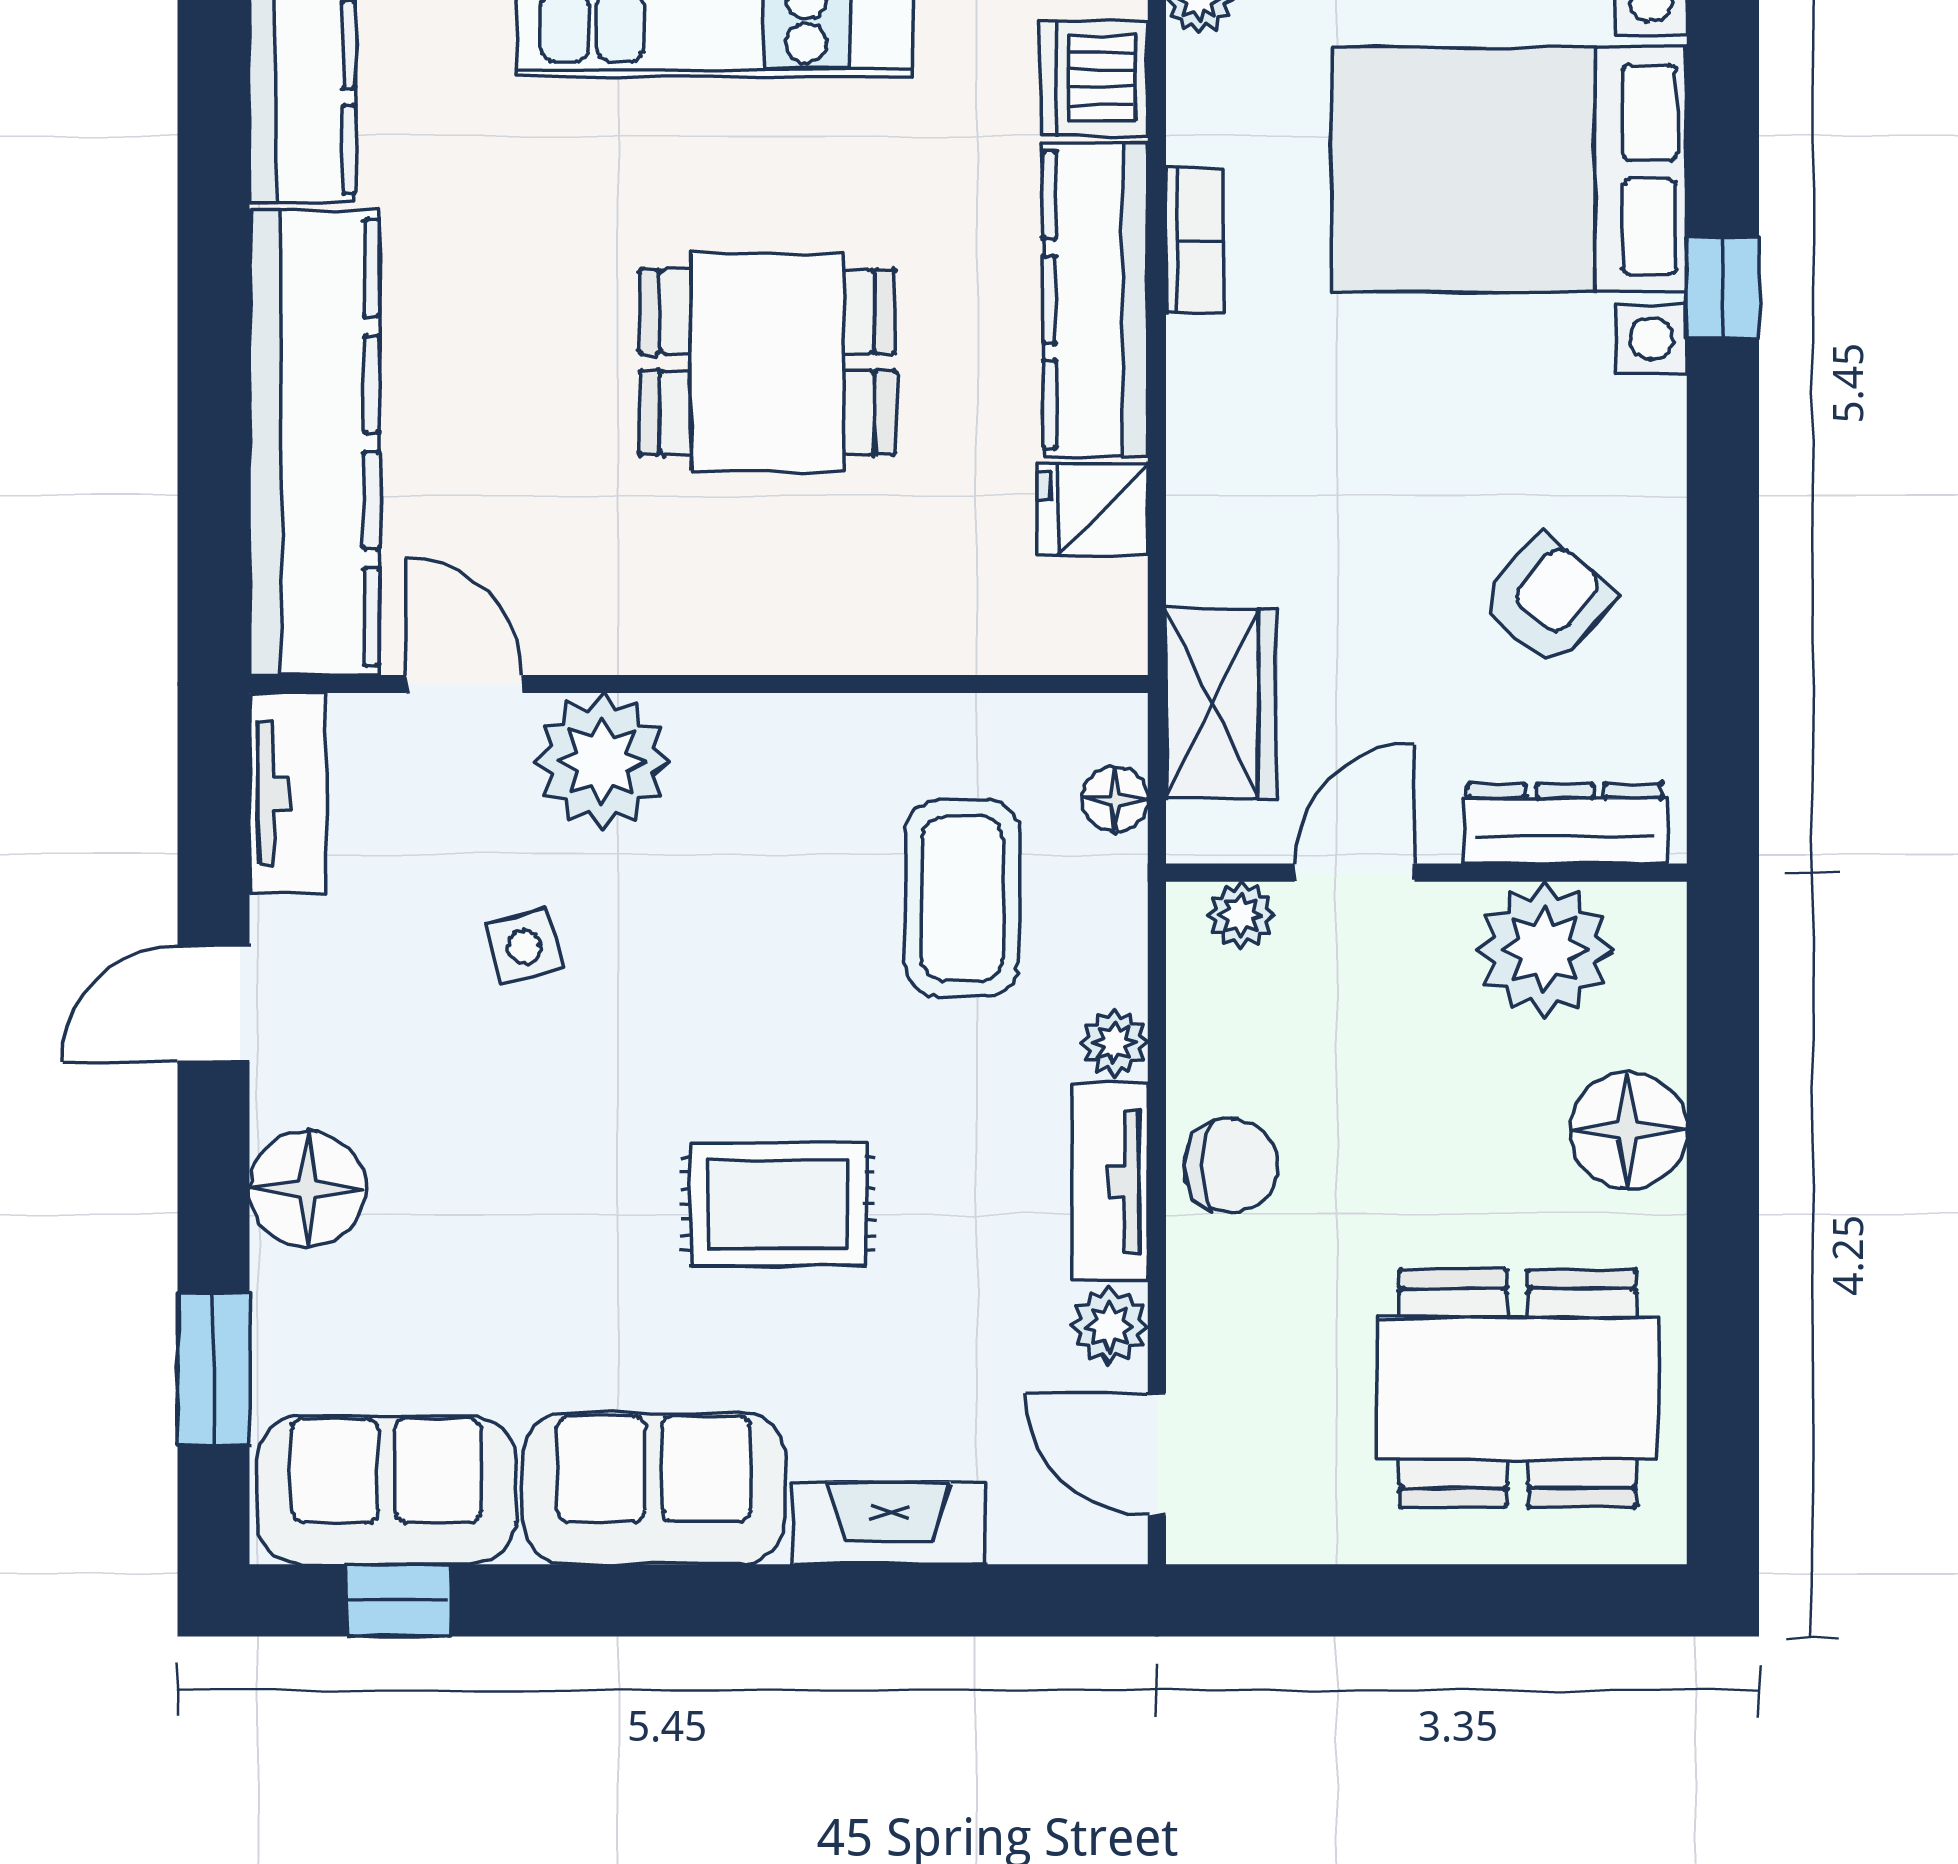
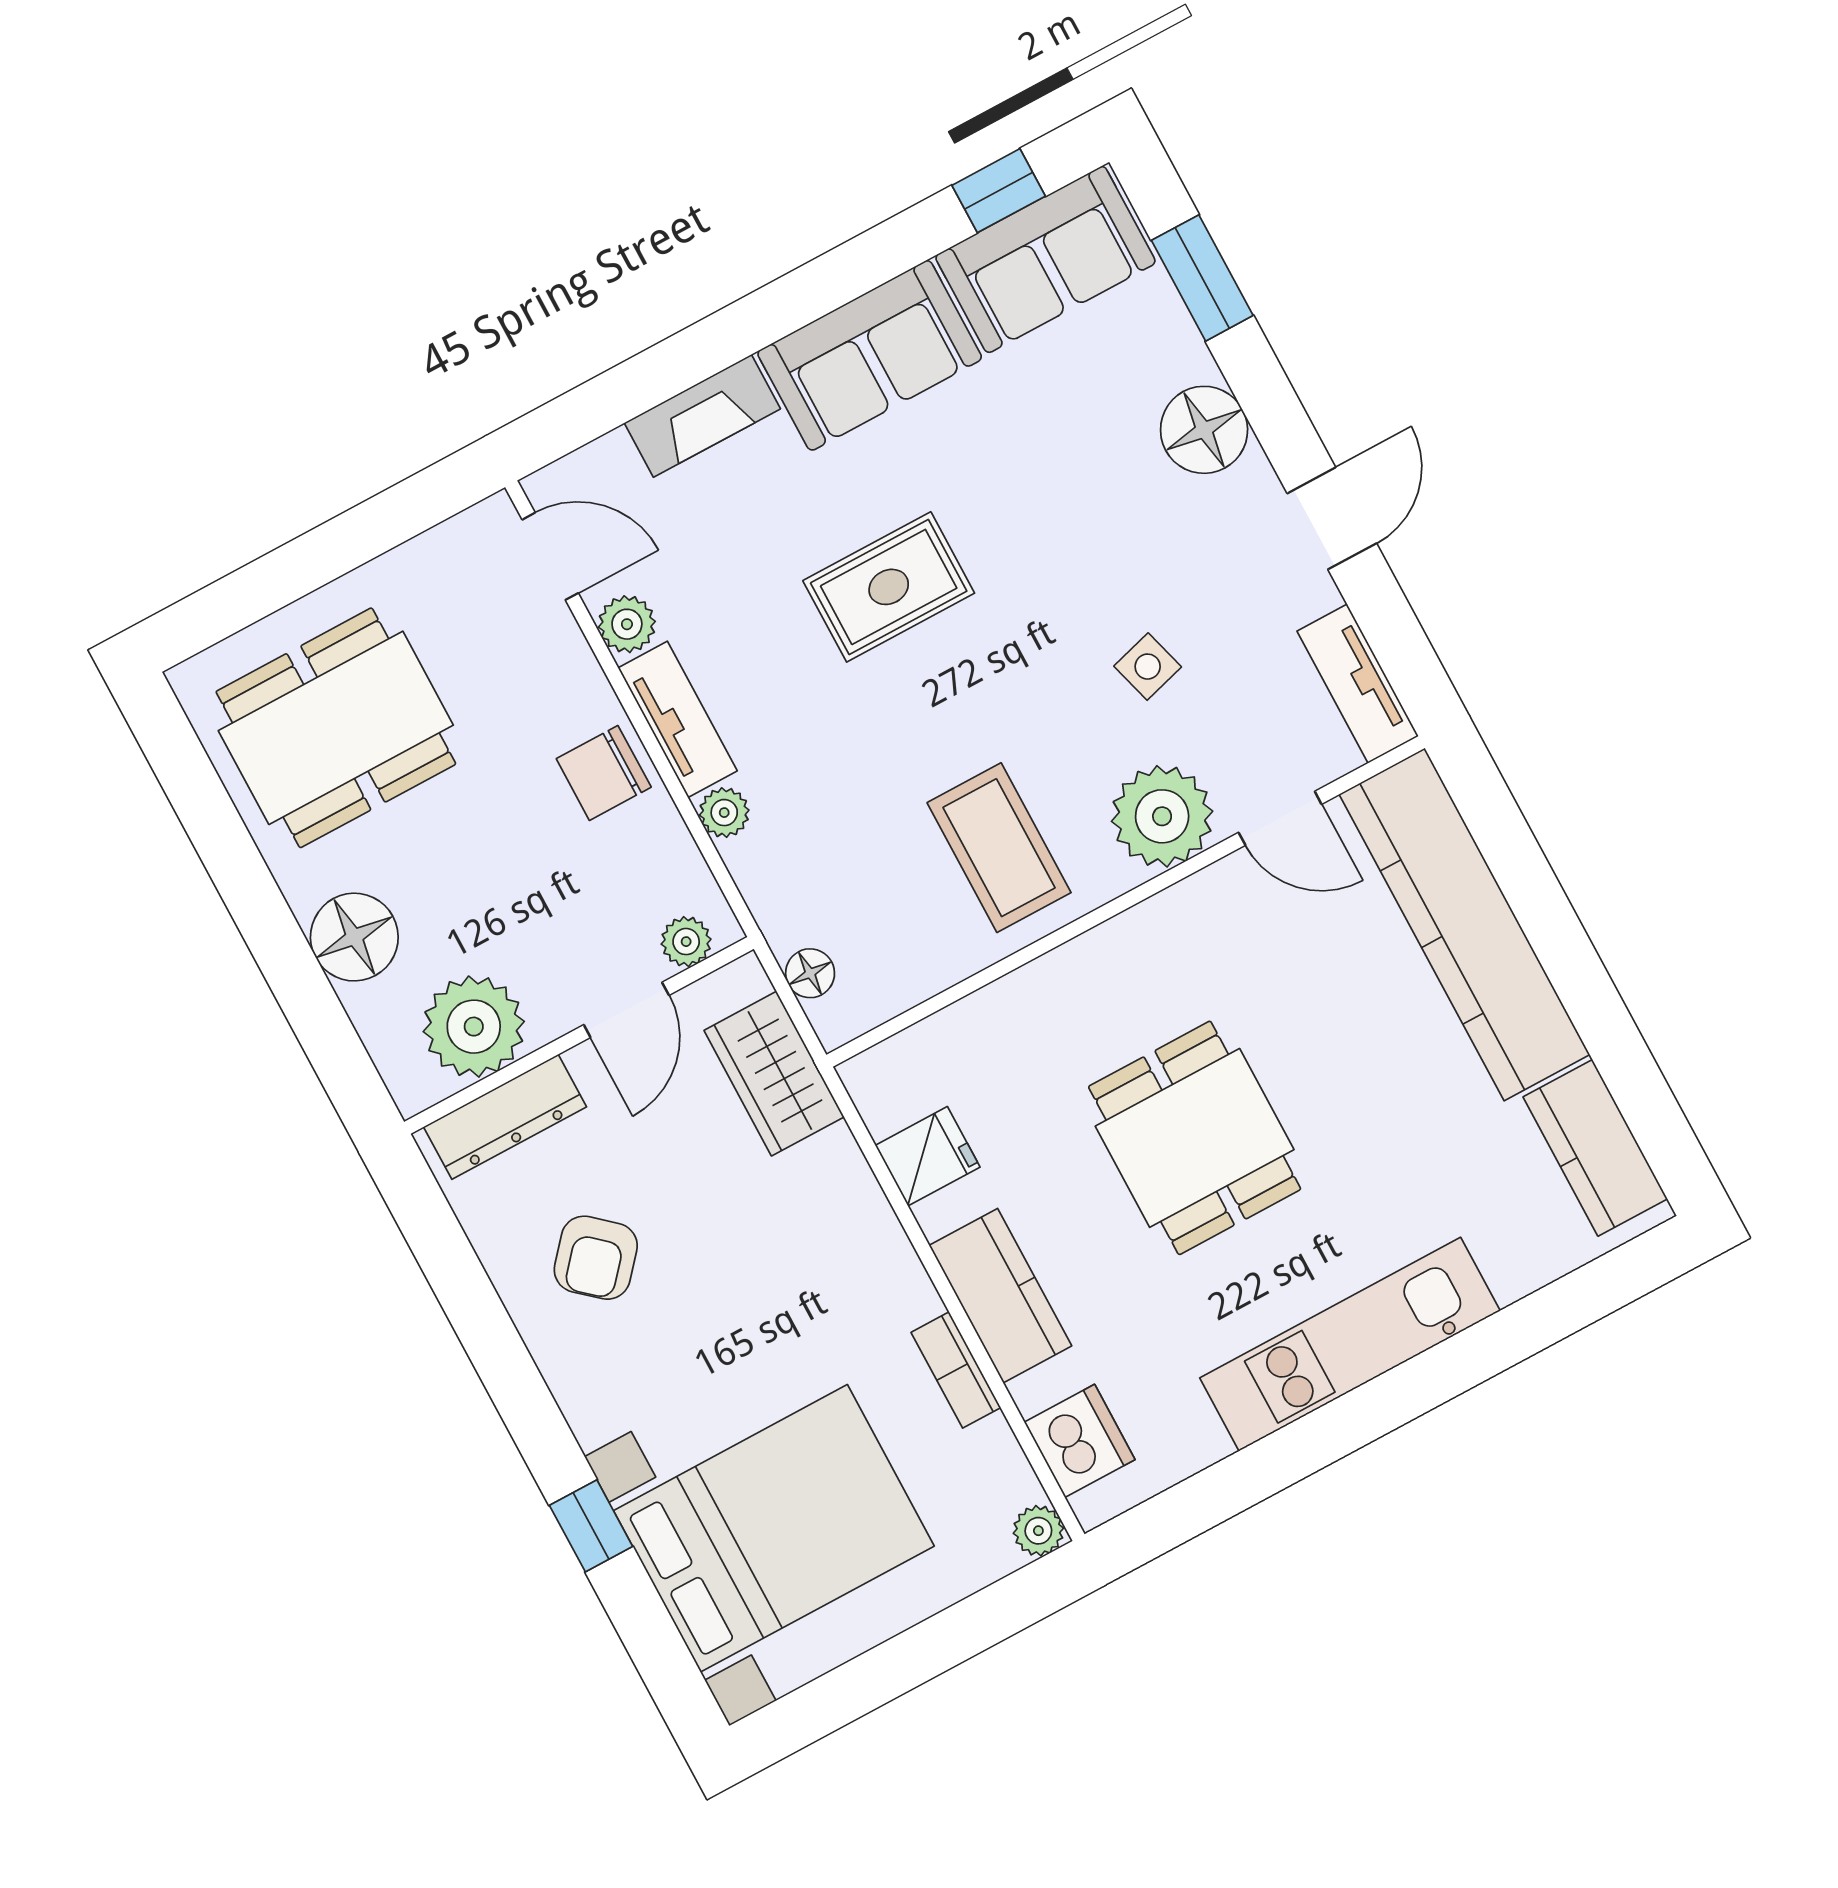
kitchen counter: (1096, 300) -> (1000, 1296), width x0.67
dining table: (767, 362) -> (1195, 1138), turned 90
coffee table: (962, 898) -> (999, 848), moved

